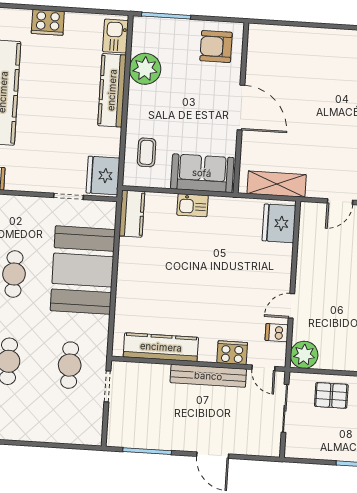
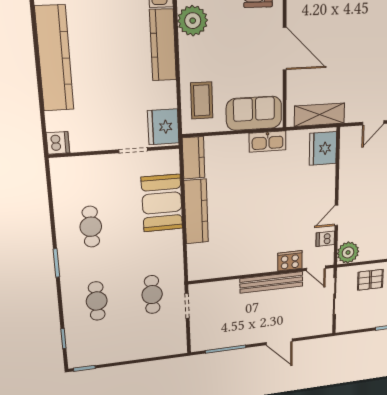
coffee table: (147, 152) -> (202, 100), width x1.36, depth x1.30
kitchen sink: (193, 205) -> (268, 142), moved, width x1.38
booth: (83, 270) -> (162, 203), width x0.73, depth x0.70
kitchen counter: (161, 347) -> (196, 212), moved, turned 90

